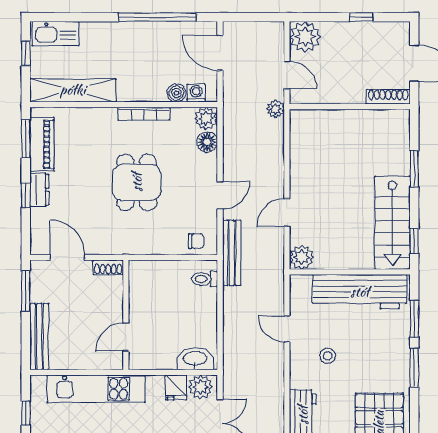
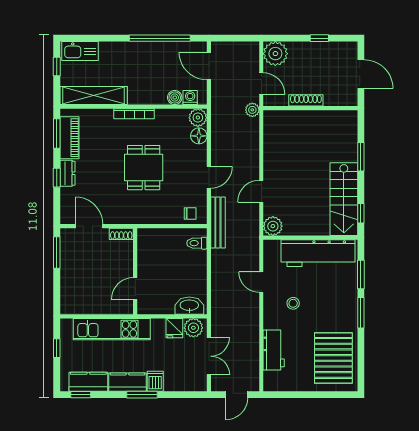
shoe rack: (388, 97) -> (306, 100), moved
bookcase: (144, 114) -> (134, 114), moved
bench: (39, 337) -> (67, 288), removed

